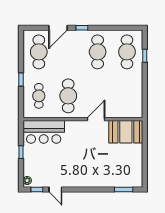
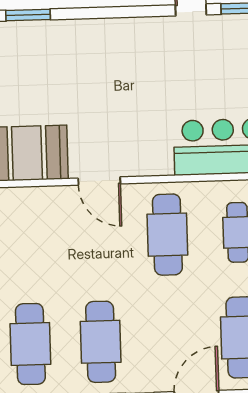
door: (96, 119) -> (99, 181), hinge flipped

